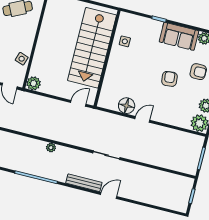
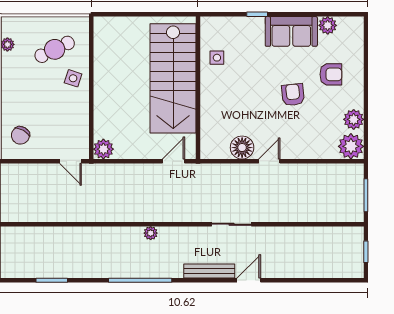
side table: (22, 59) -> (73, 78), moved

